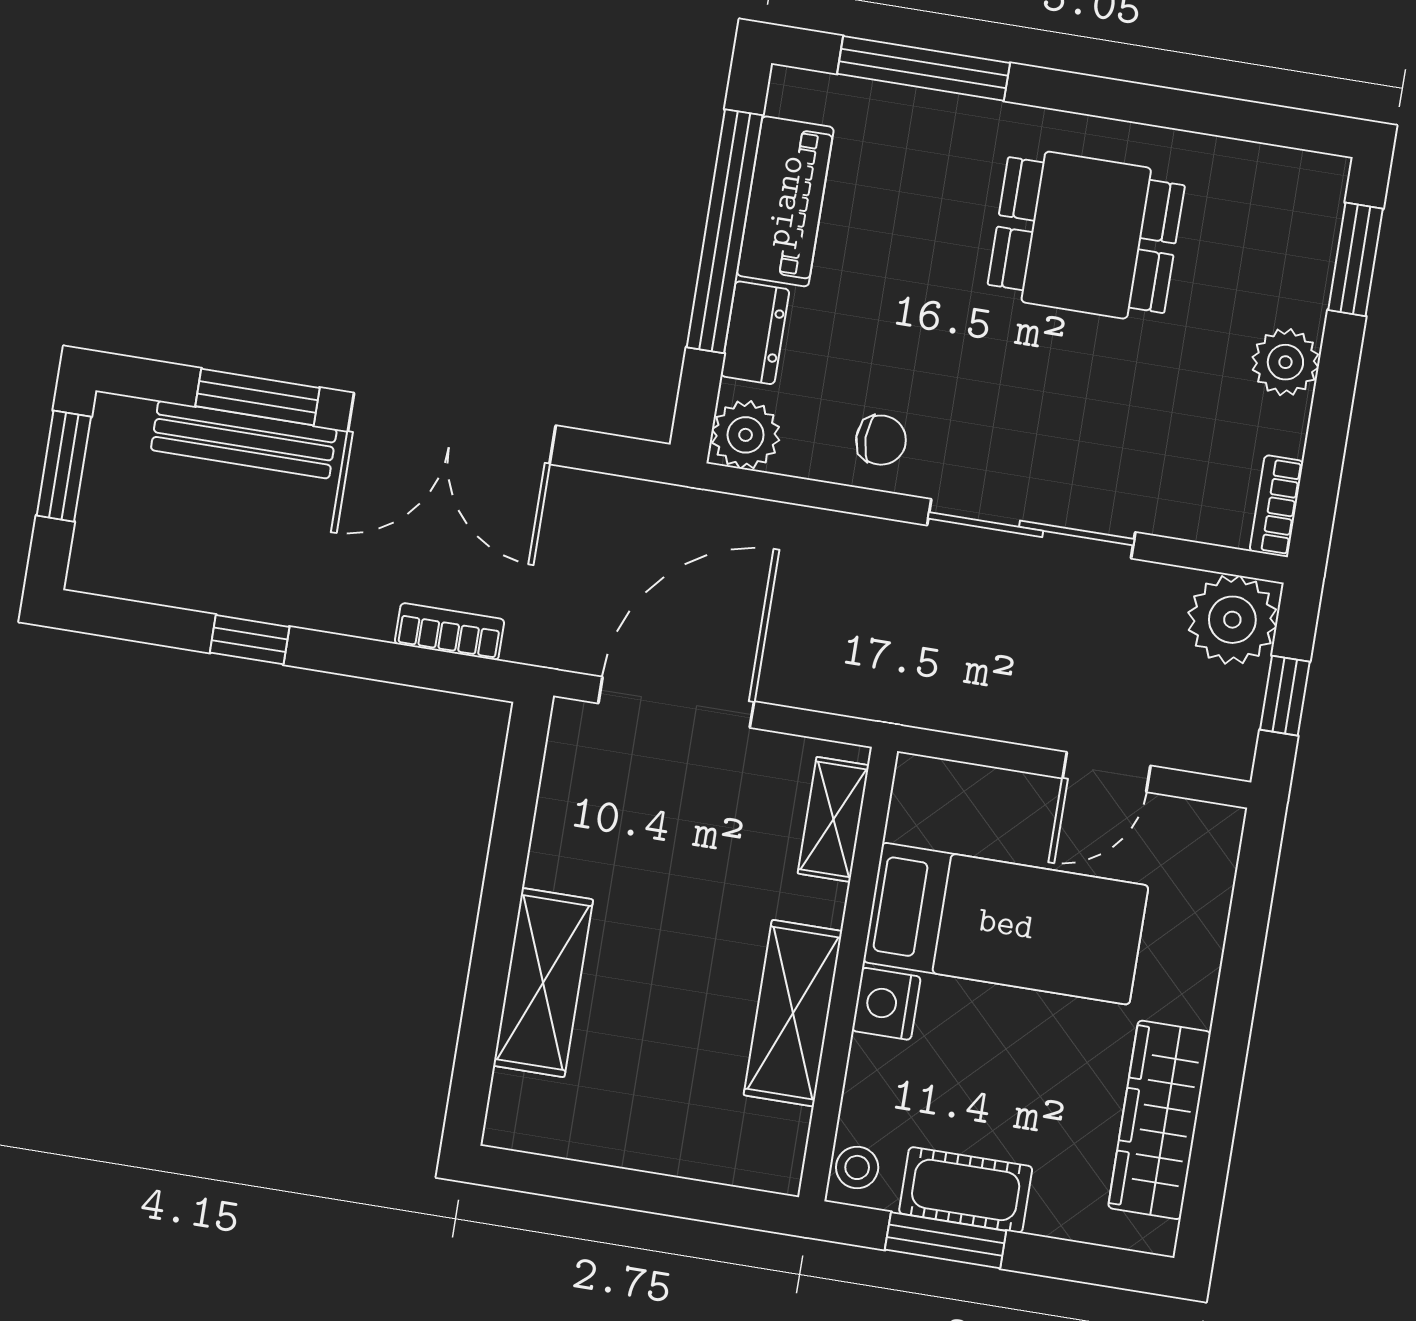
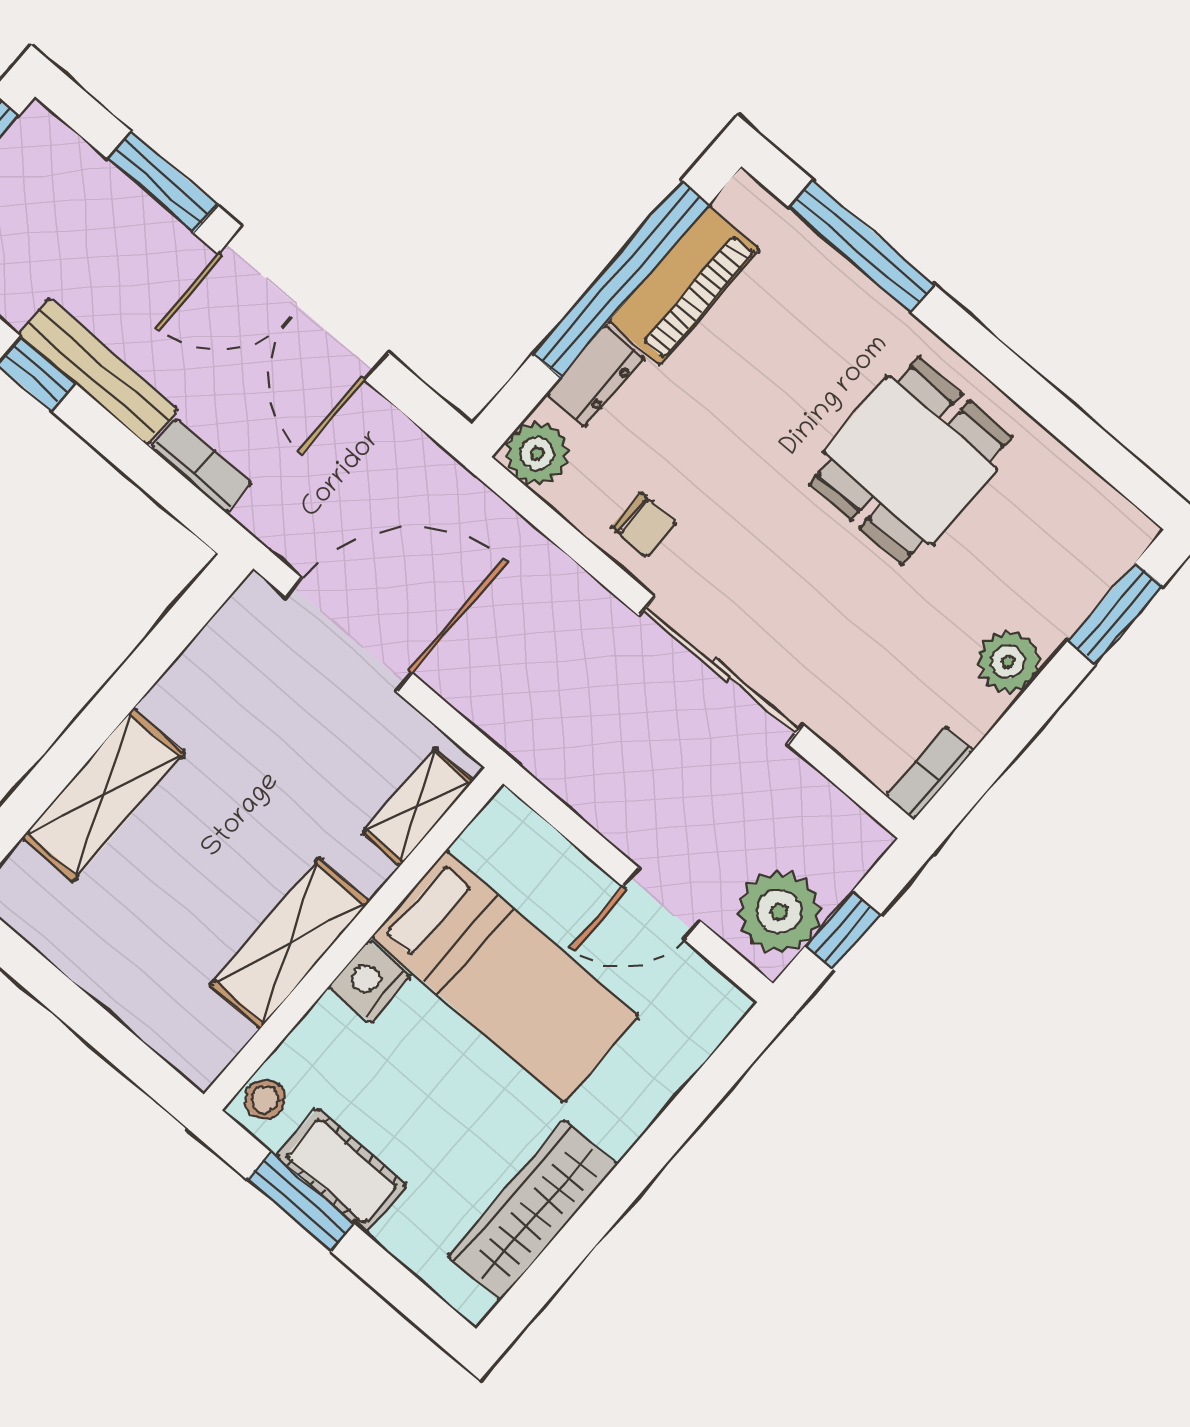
dining table: (1086, 235) -> (910, 461), turned 90
bench: (244, 440) -> (98, 372), moved
plant: (1232, 620) -> (779, 912), moved

